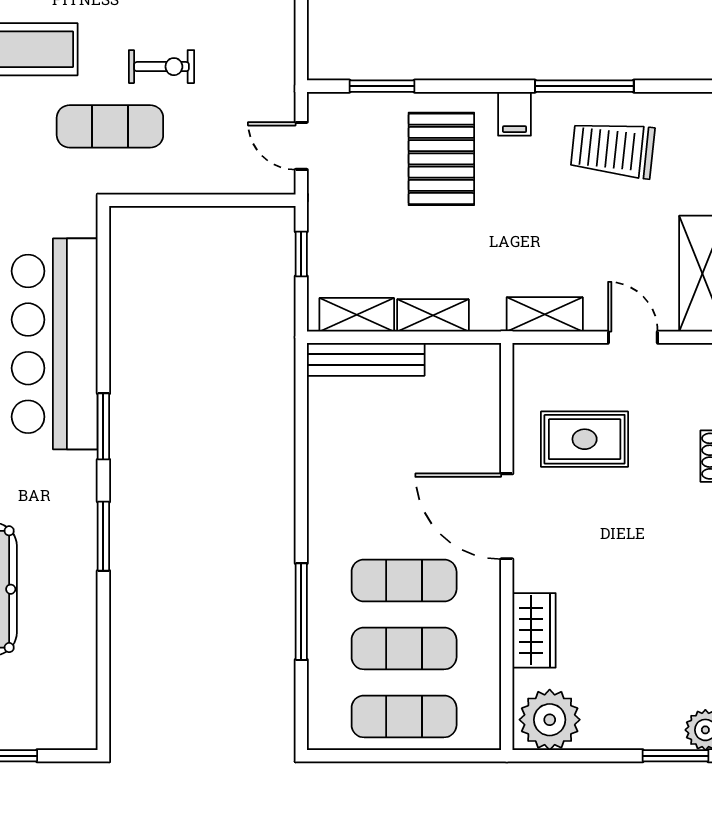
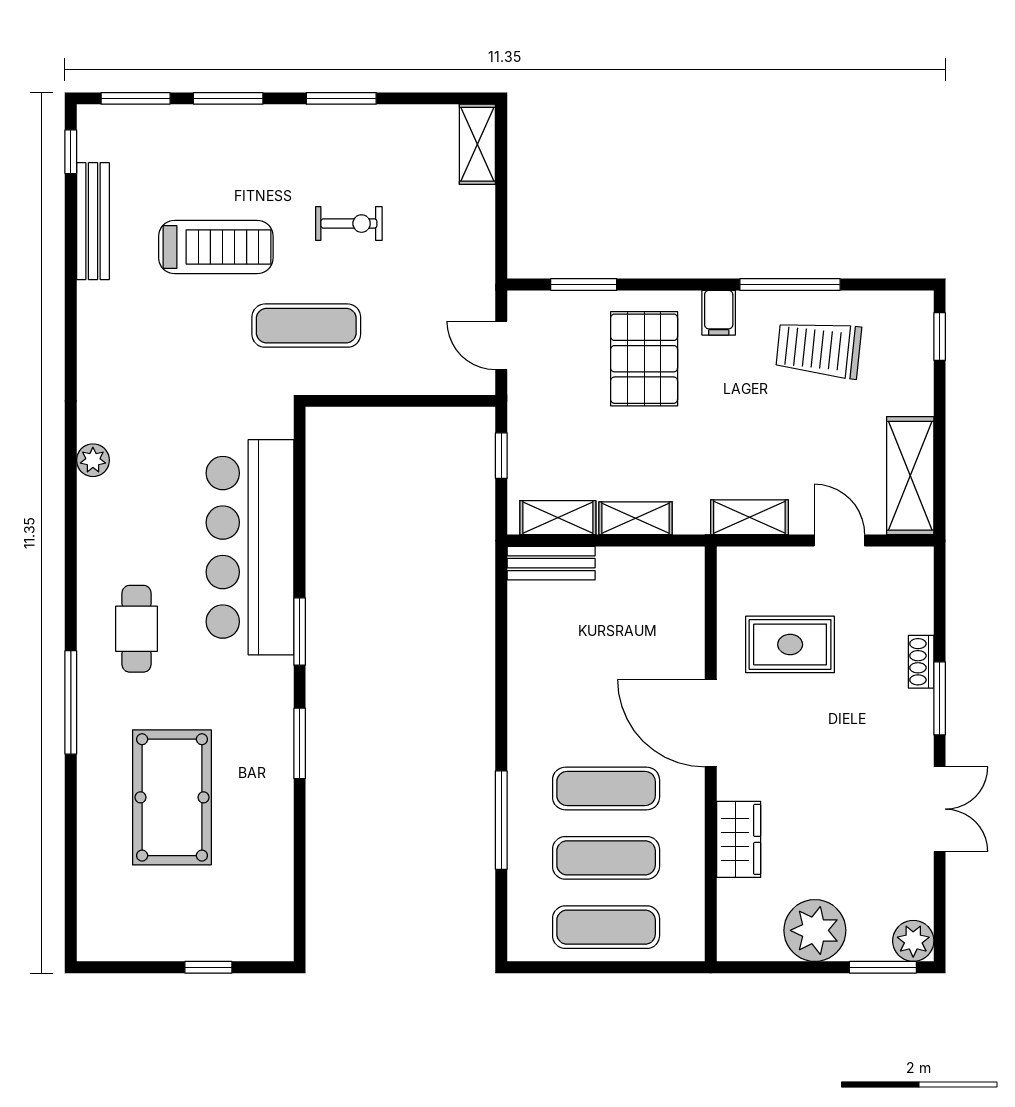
exercise bike: (161, 67) -> (349, 224), moved
bench: (366, 359) -> (551, 563), width x0.73
plant: (550, 720) -> (815, 930), moved

